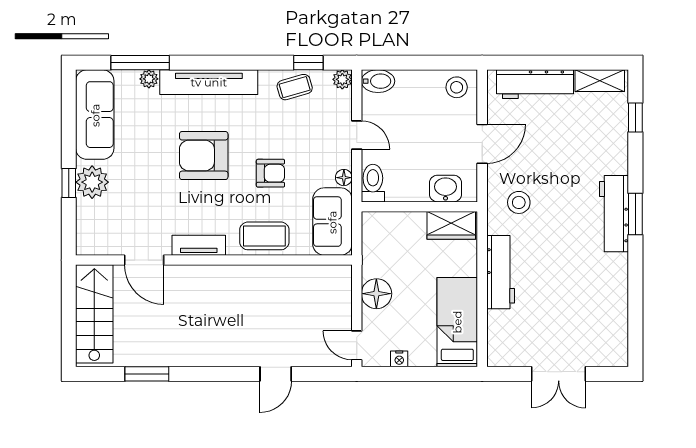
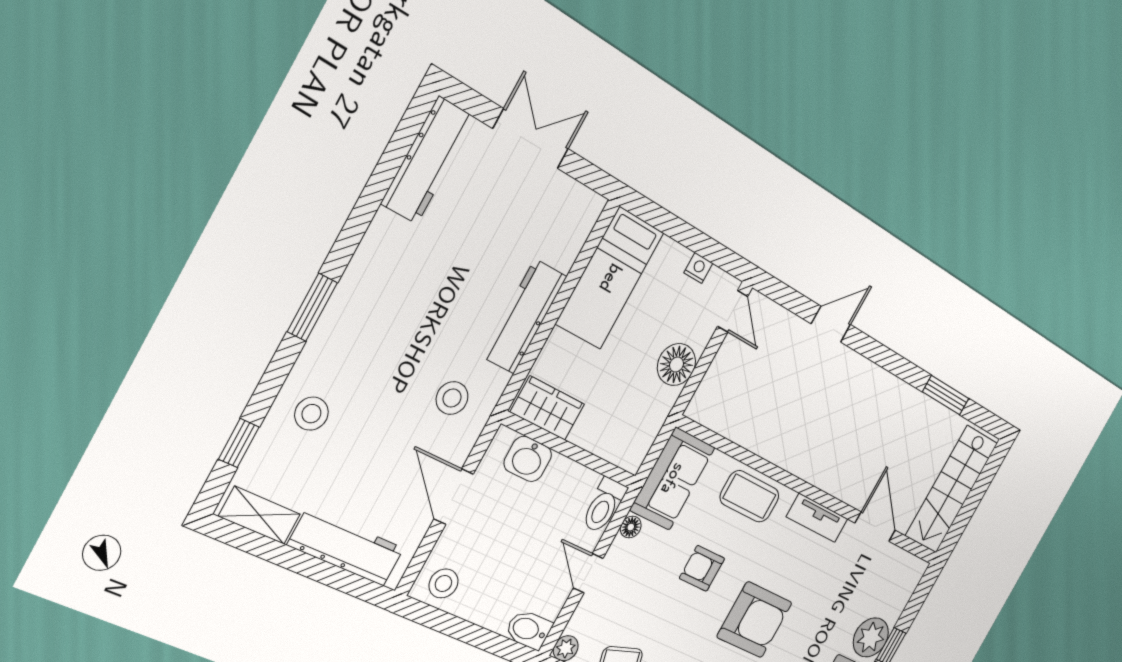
door: (482, 144) -> (454, 497), hinge flipped
stool: (602, 154) -> (311, 414), added
workbench: (614, 214) -> (428, 160), moved

